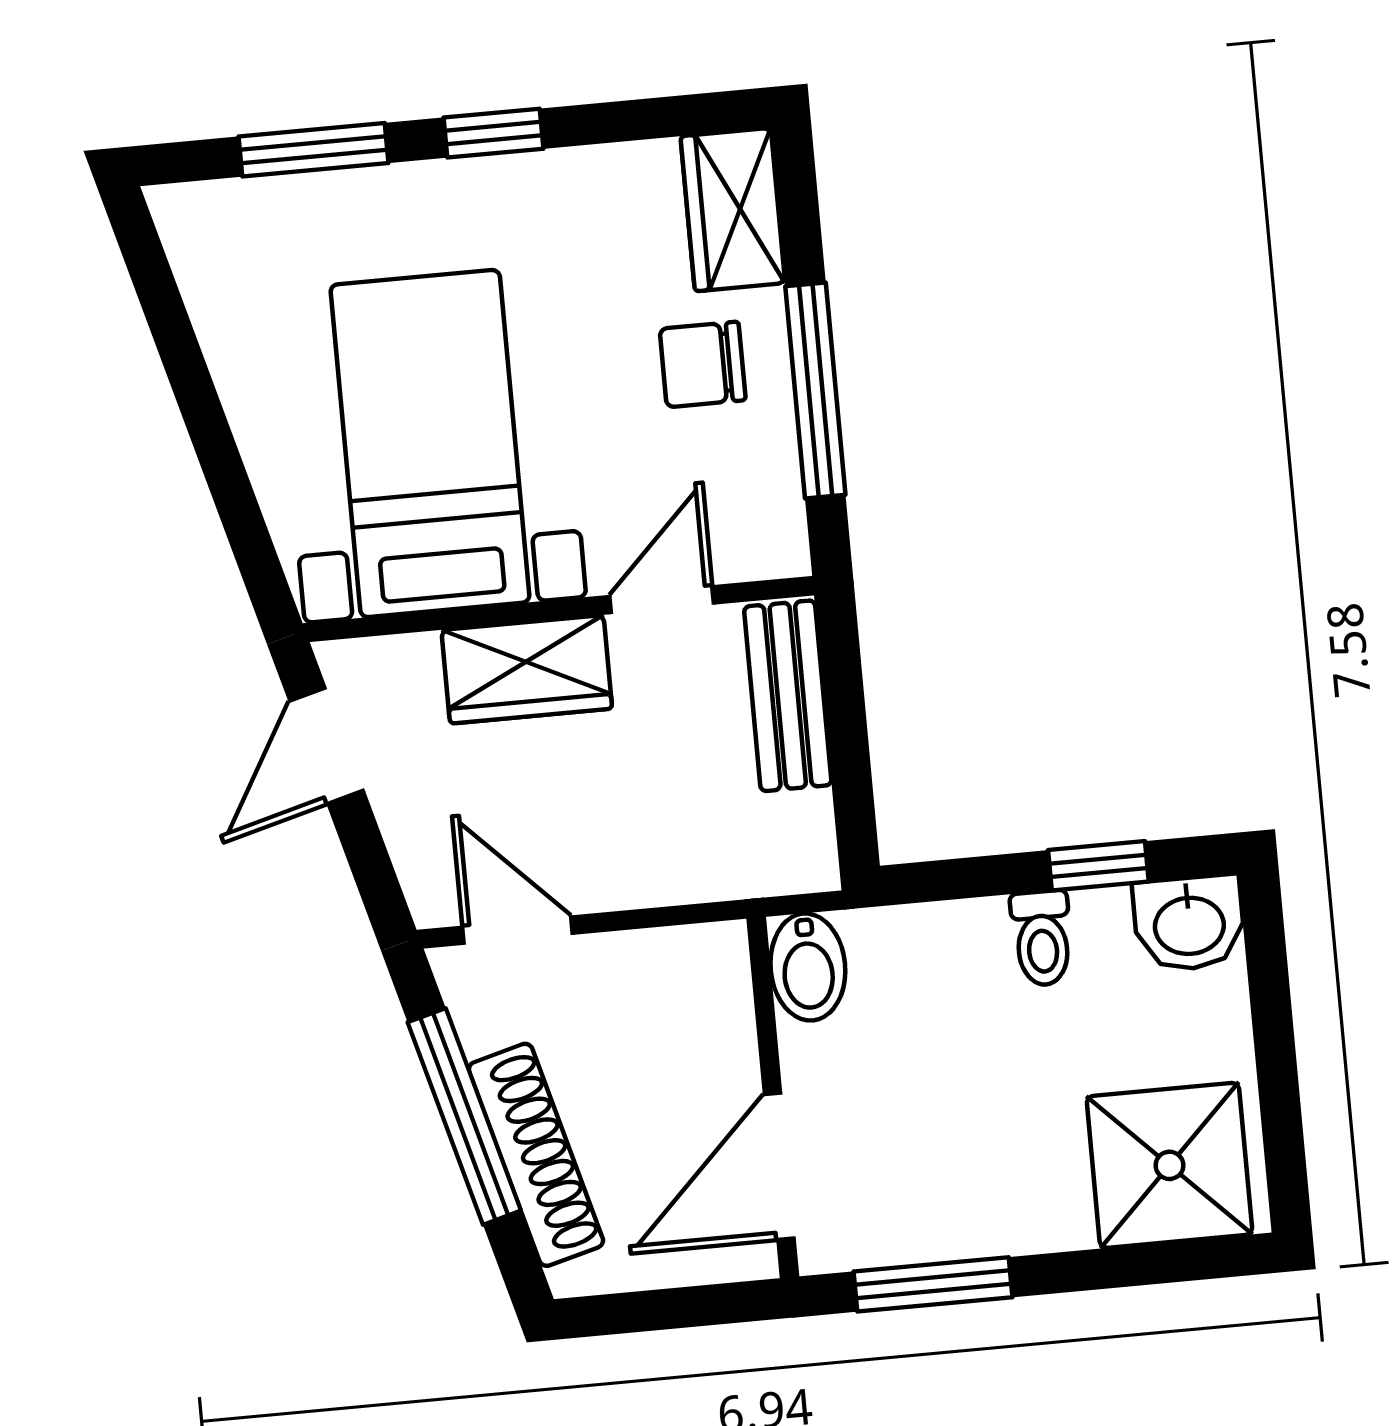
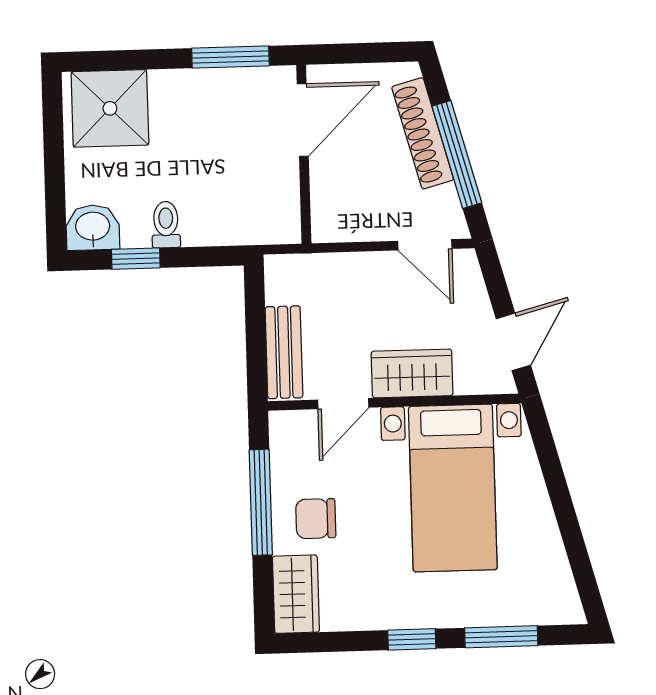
chair: (703, 364) -> (316, 519), turned 180
bidet: (808, 967) -> (282, 218), removed

